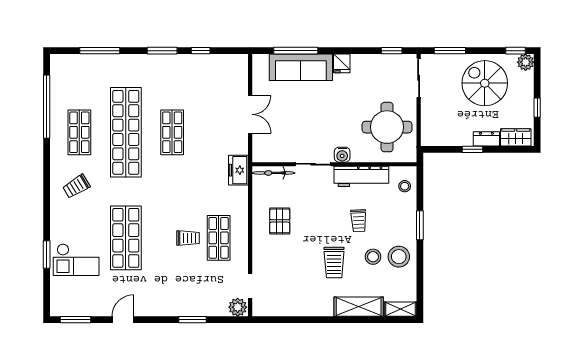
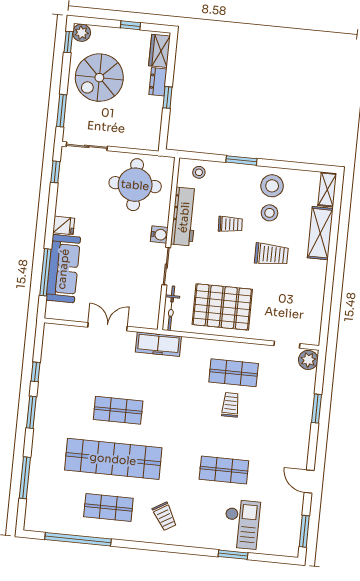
freezer: (238, 170) -> (158, 344), width x1.40
pallet: (280, 221) -> (222, 307), width x2.05, depth x2.00
shop shelf: (126, 238) -> (224, 470), width x0.70, depth x0.74

